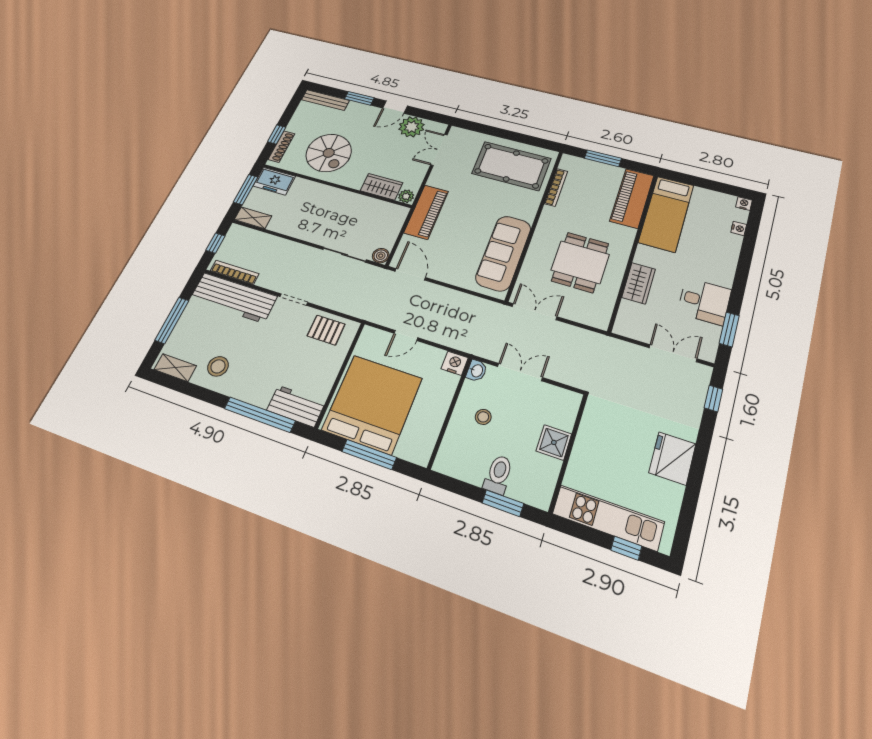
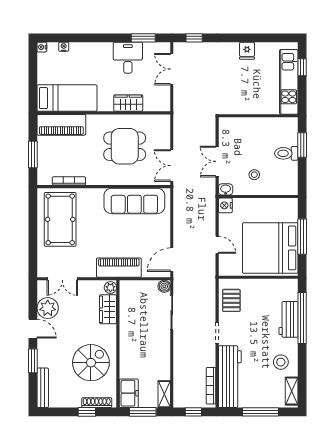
workbench: (296, 406) -> (289, 319), moved
shower: (554, 442) -> (255, 126), removed
fridge: (672, 458) -> (247, 51), width x0.53, depth x0.75

